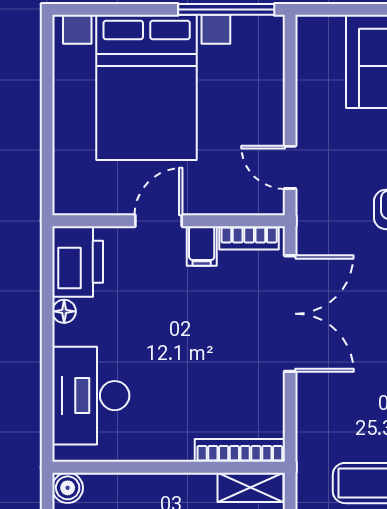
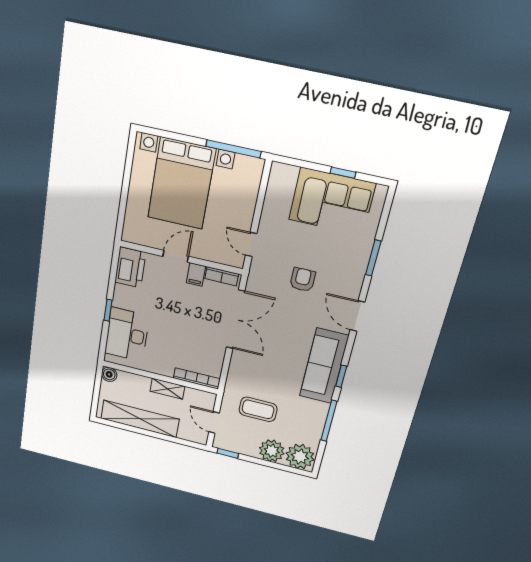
floor lamp: (64, 311) -> (120, 291), removed
window: (47, 356) -> (108, 310), added
shelving: (250, 487) -> (167, 389), moved

